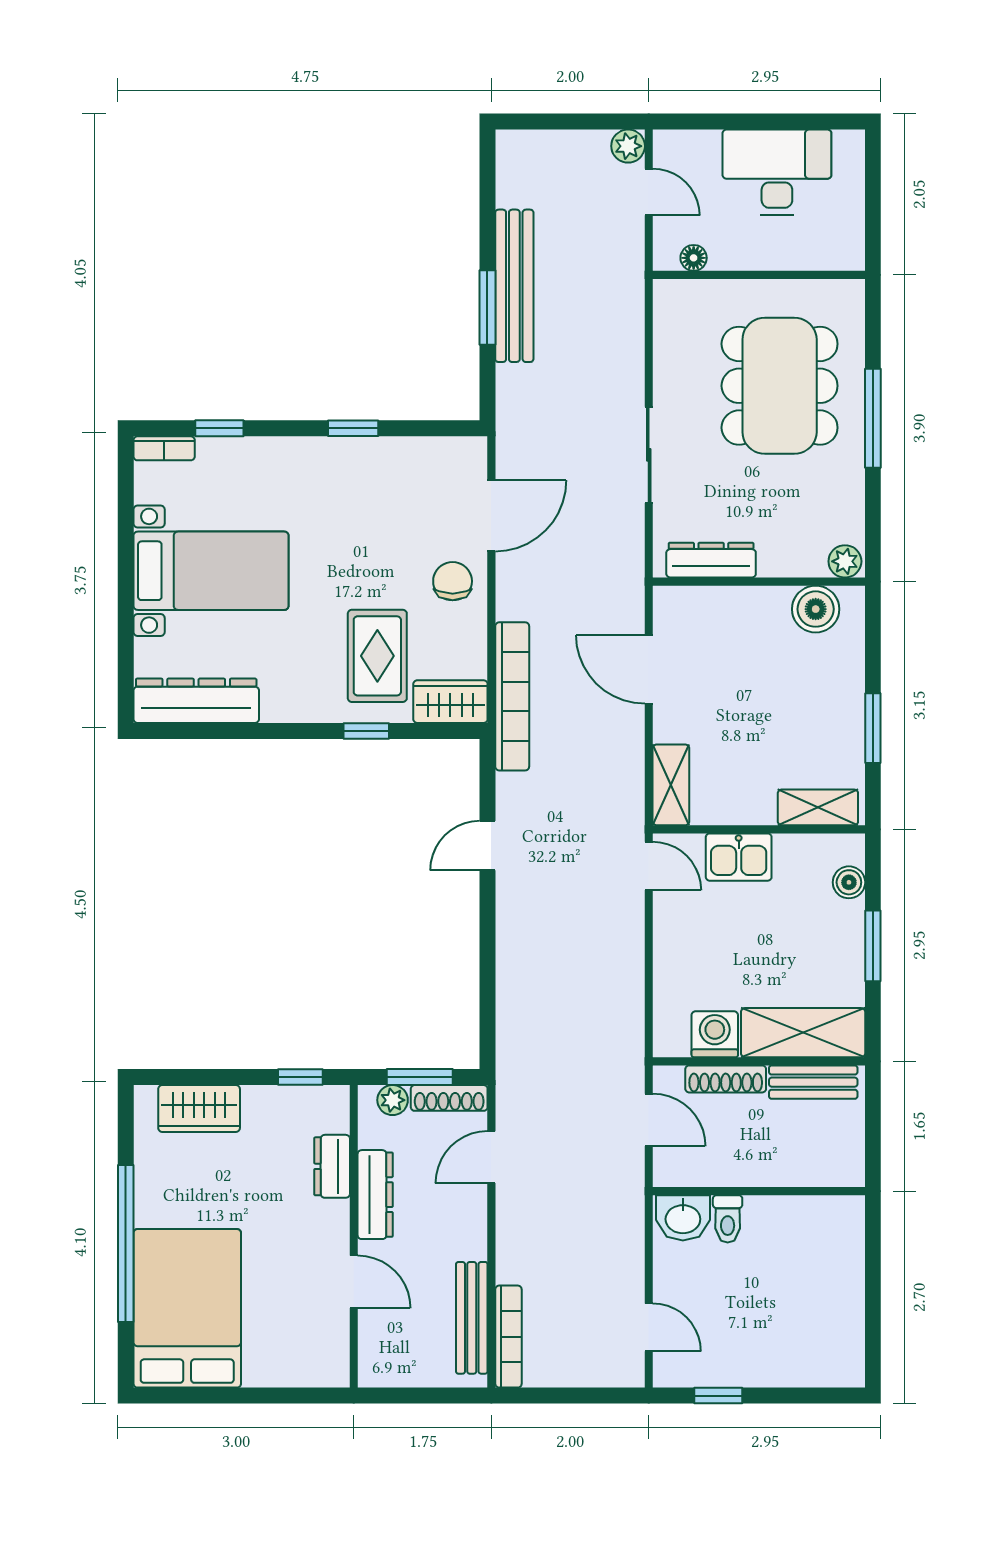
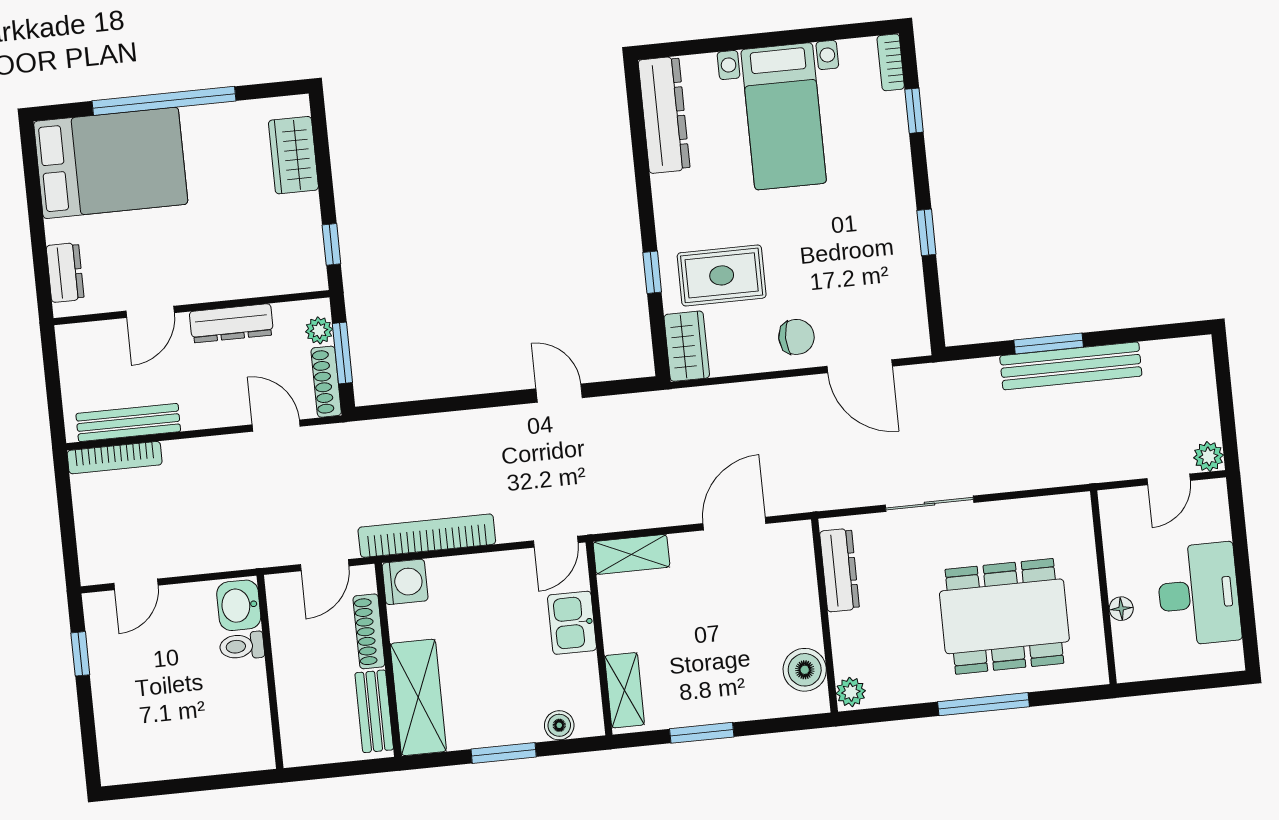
floor lamp: (694, 258) -> (1121, 609), moved
bookcase: (512, 696) -> (427, 536), moved, turned 180
washing machine: (715, 1034) -> (405, 582), moved
dresser: (332, 1166) -> (65, 272), moved, turned 90

